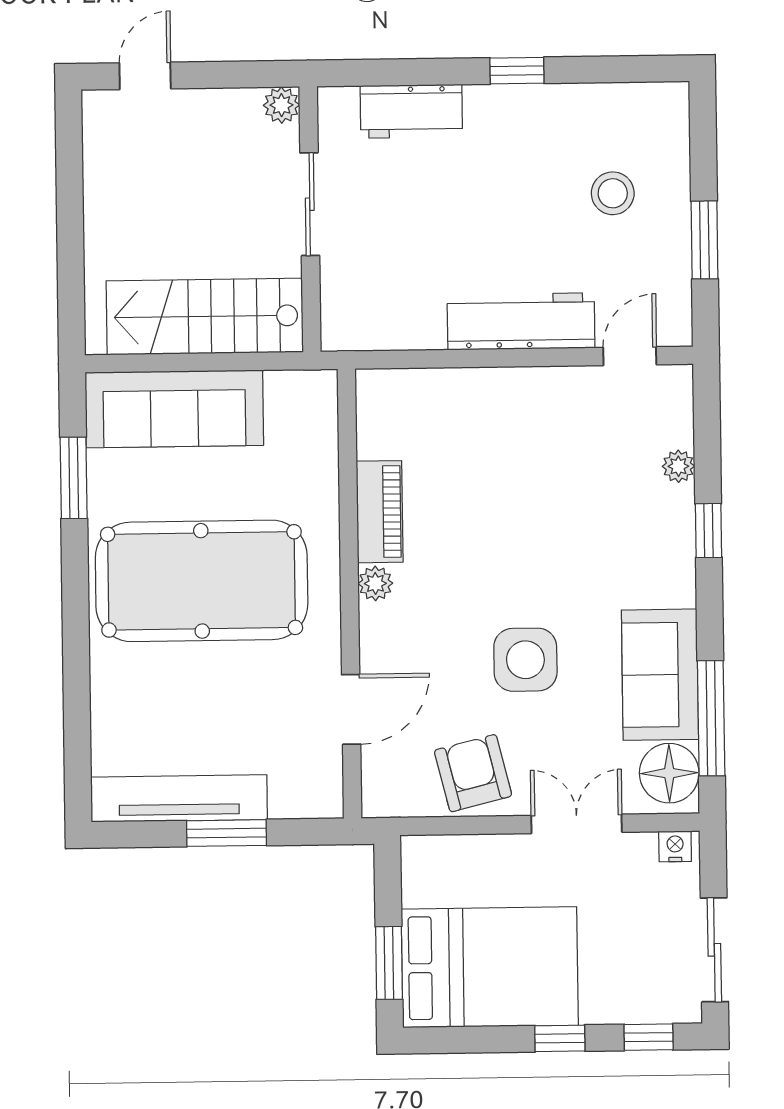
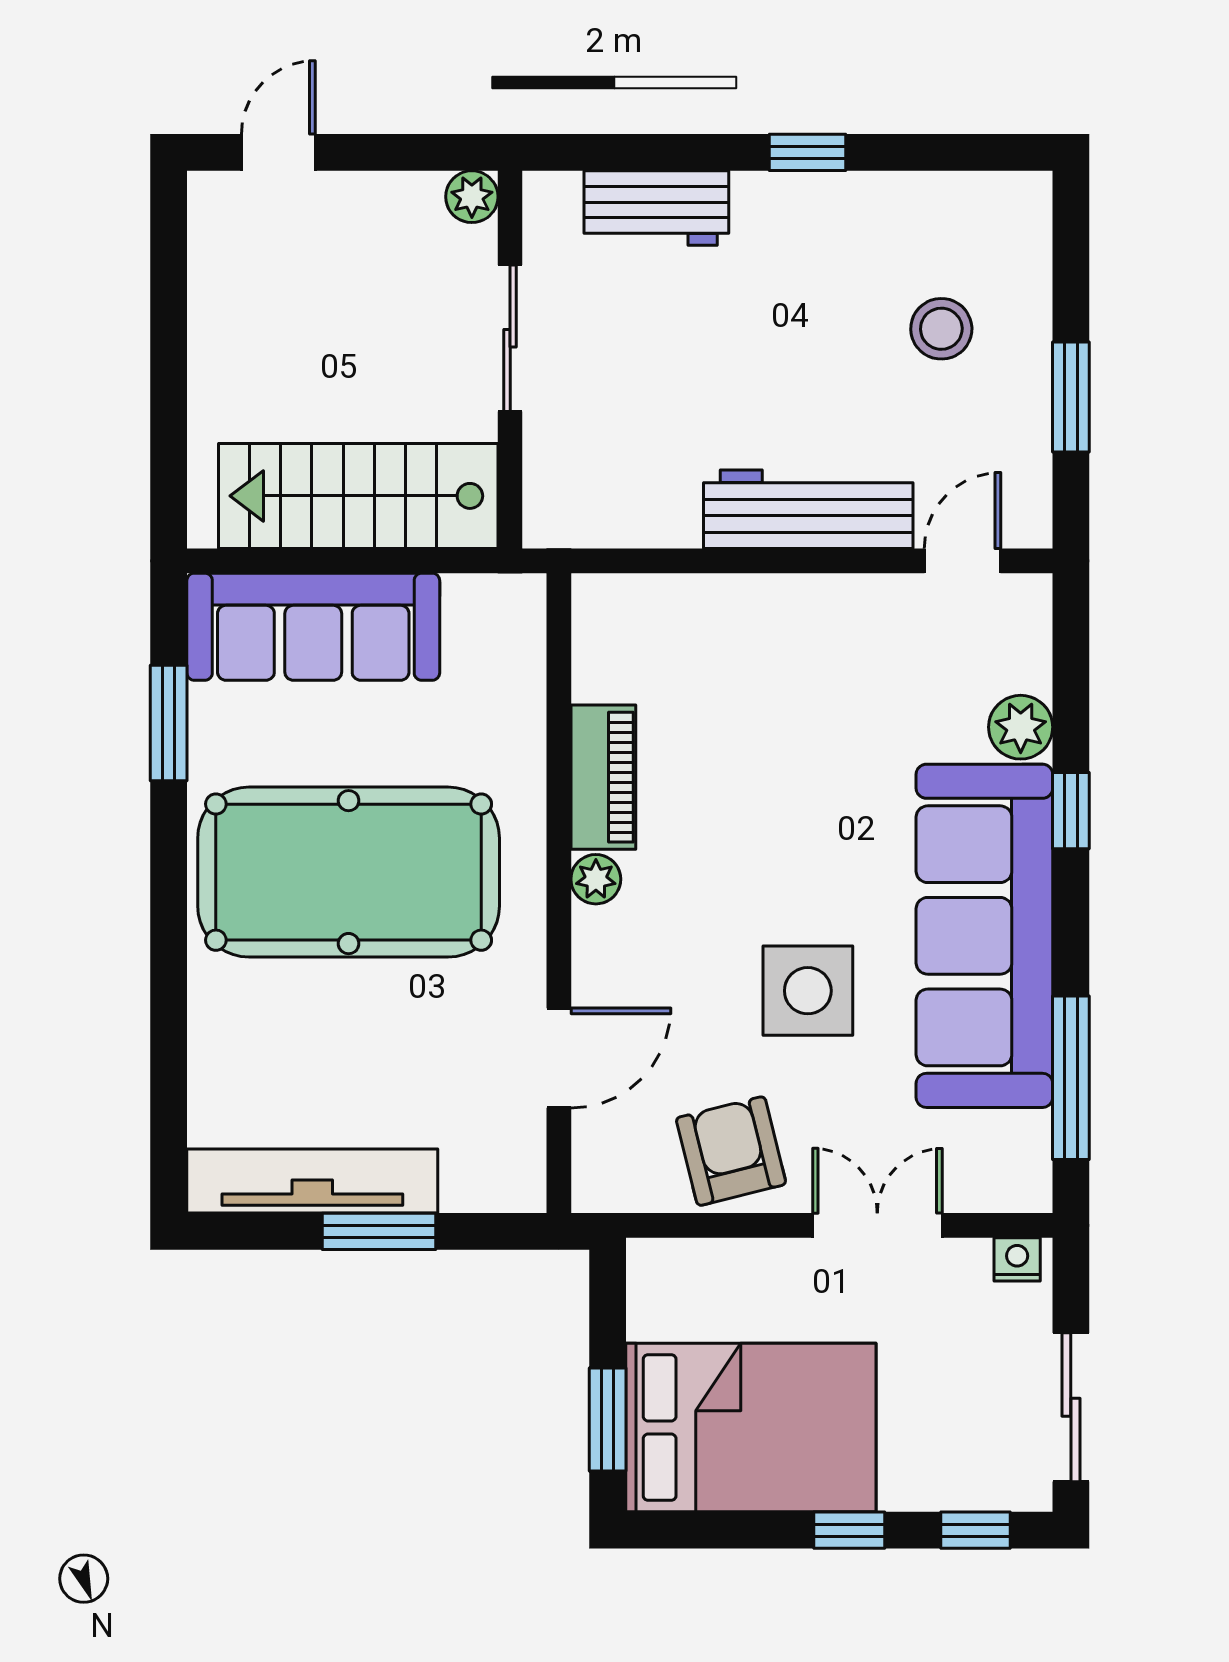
plant: (678, 466) -> (1021, 727), width x1.38, depth x1.38
sofa: (660, 675) -> (984, 936), width x1.85, depth x1.27
floor lamp: (669, 773) -> (1010, 1155), removed

